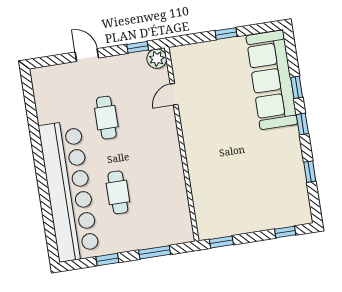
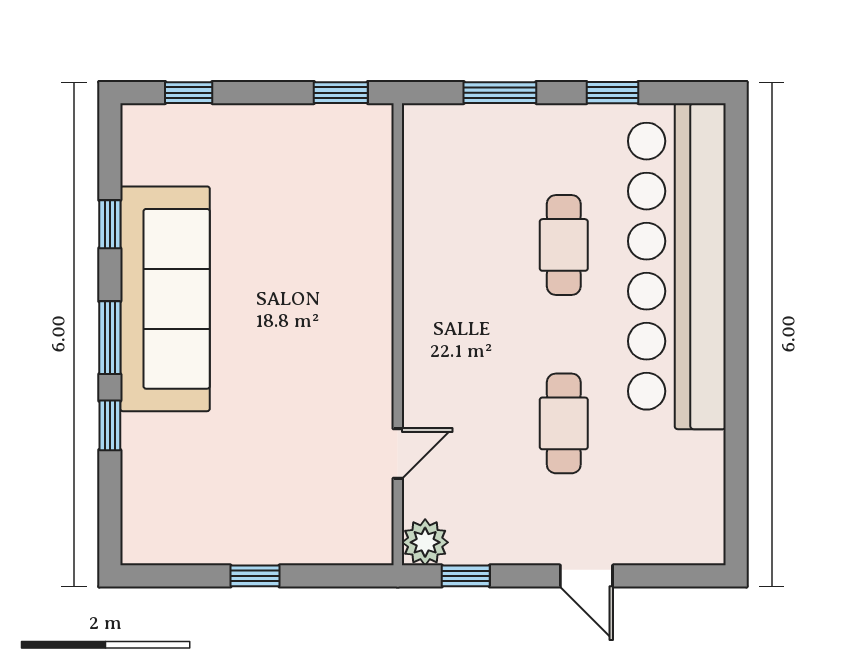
sofa: (272, 80) -> (165, 299), moved
window: (302, 124) -> (110, 338), width x1.50

